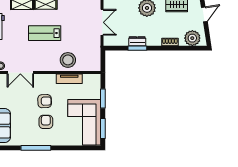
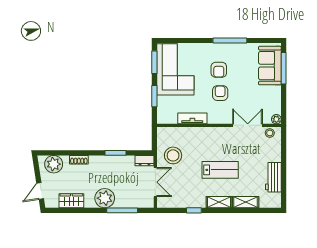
double door: (102, 22) -> (155, 182), swing flipped
dresser: (137, 41) -> (144, 161), moved
stool: (68, 60) -> (173, 155), moved
armchair: (45, 101) -> (220, 93), turned 92

